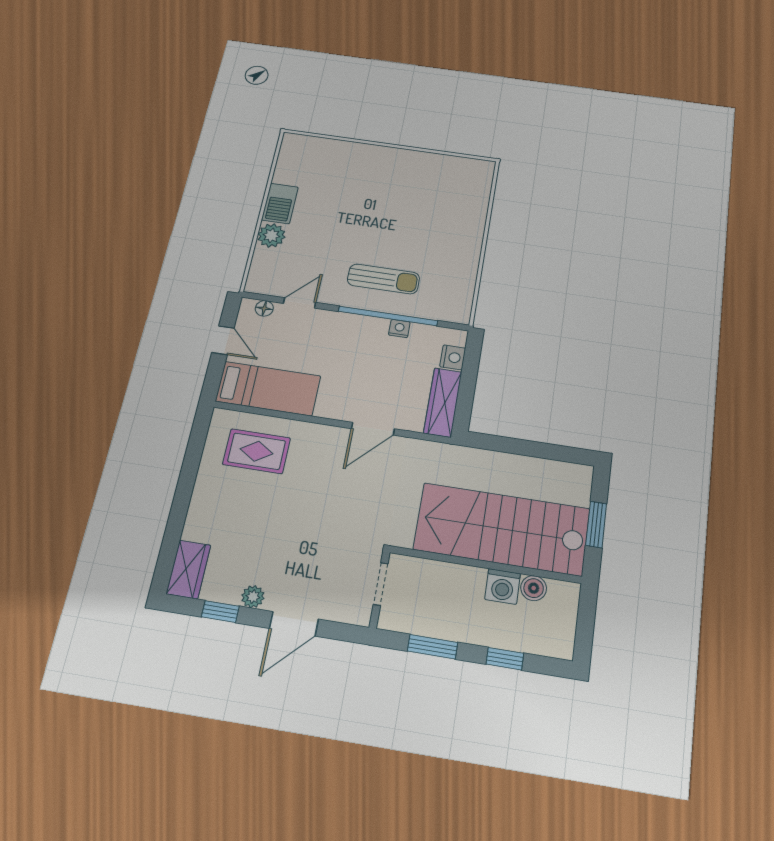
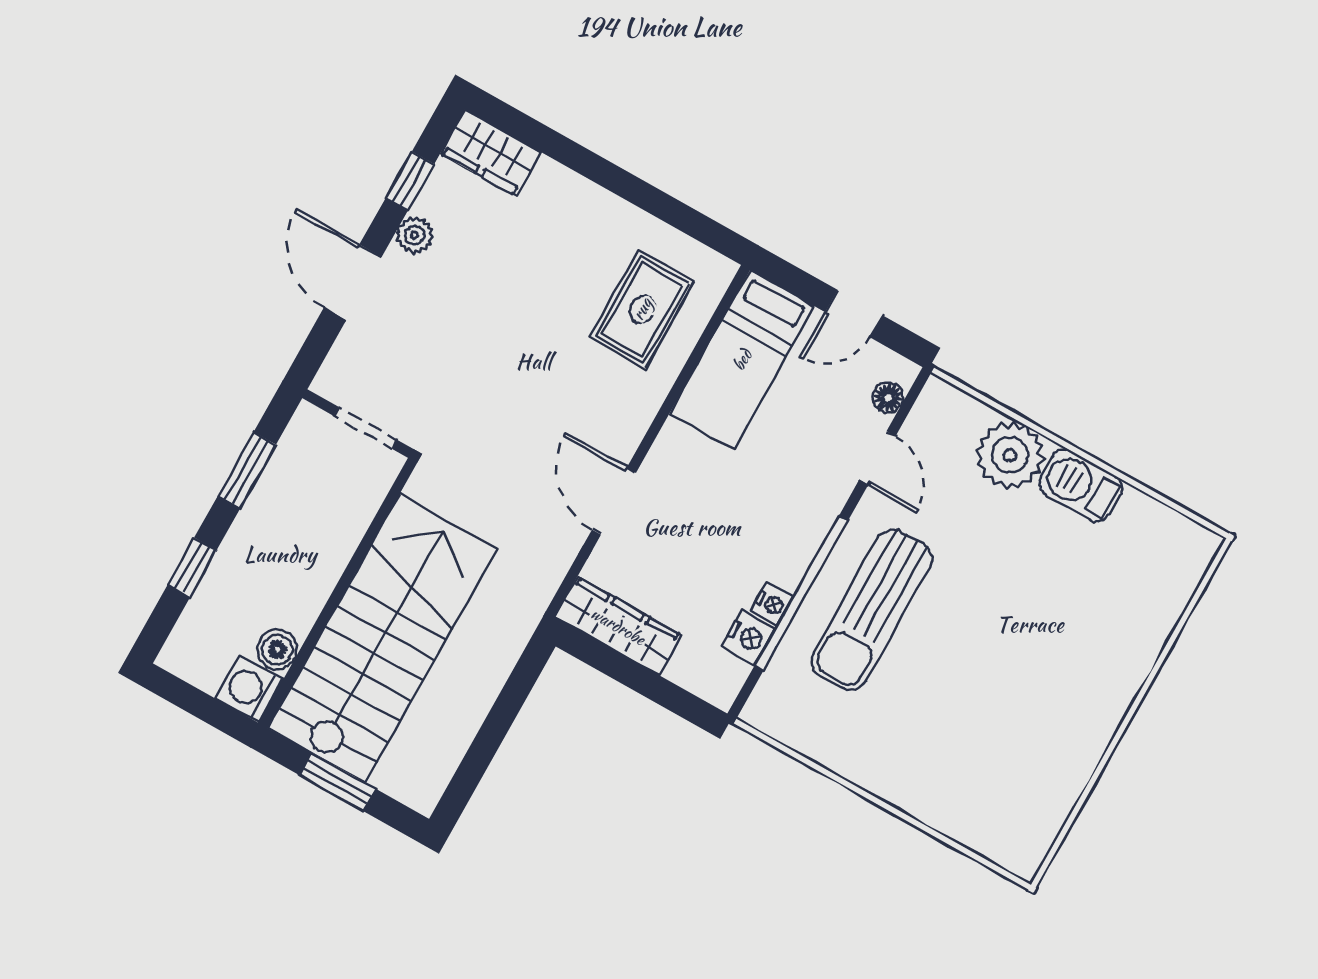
plant: (271, 236) -> (1010, 455), width x1.36, depth x1.36
sun lounger: (383, 279) -> (872, 610), width x1.36, depth x1.34
nightstand: (453, 357) -> (749, 637), moved, turned -90
washing machine: (503, 586) -> (249, 689), moved

